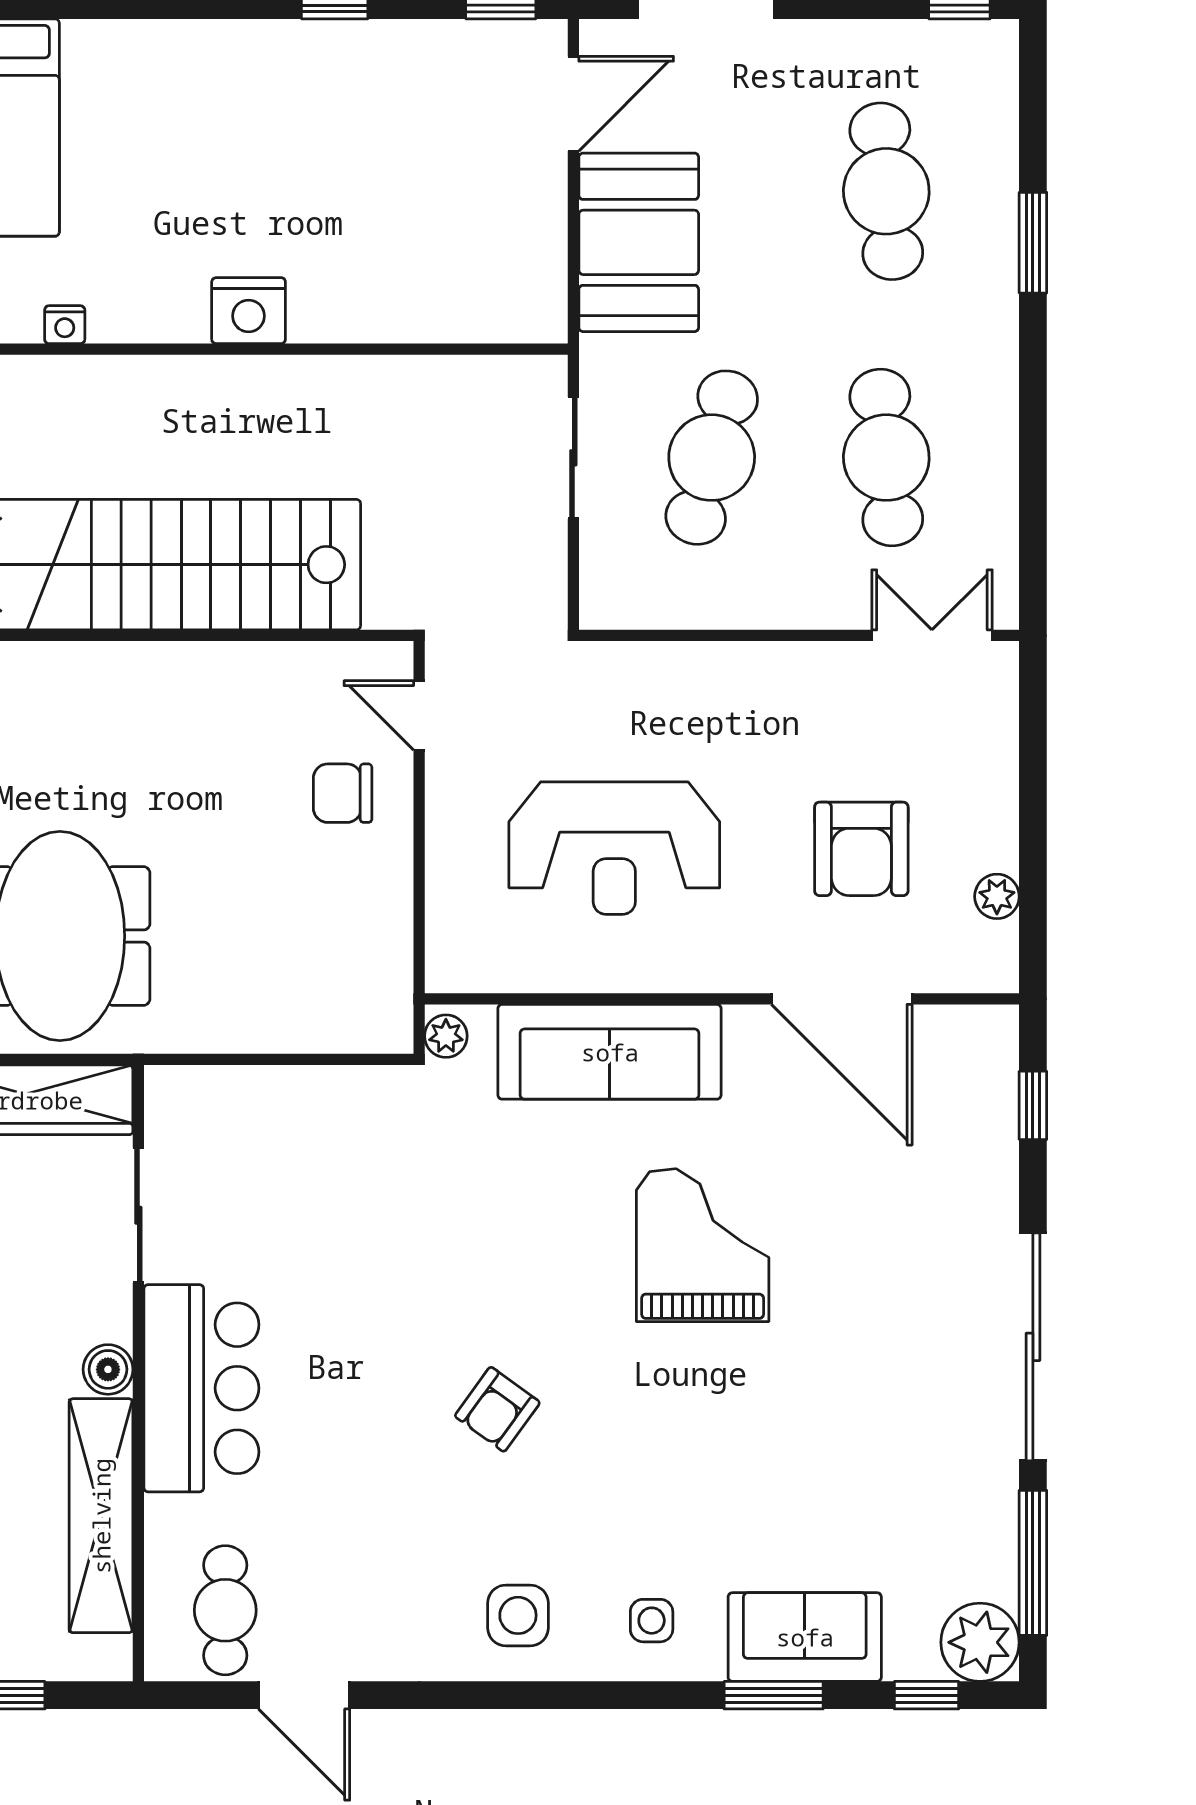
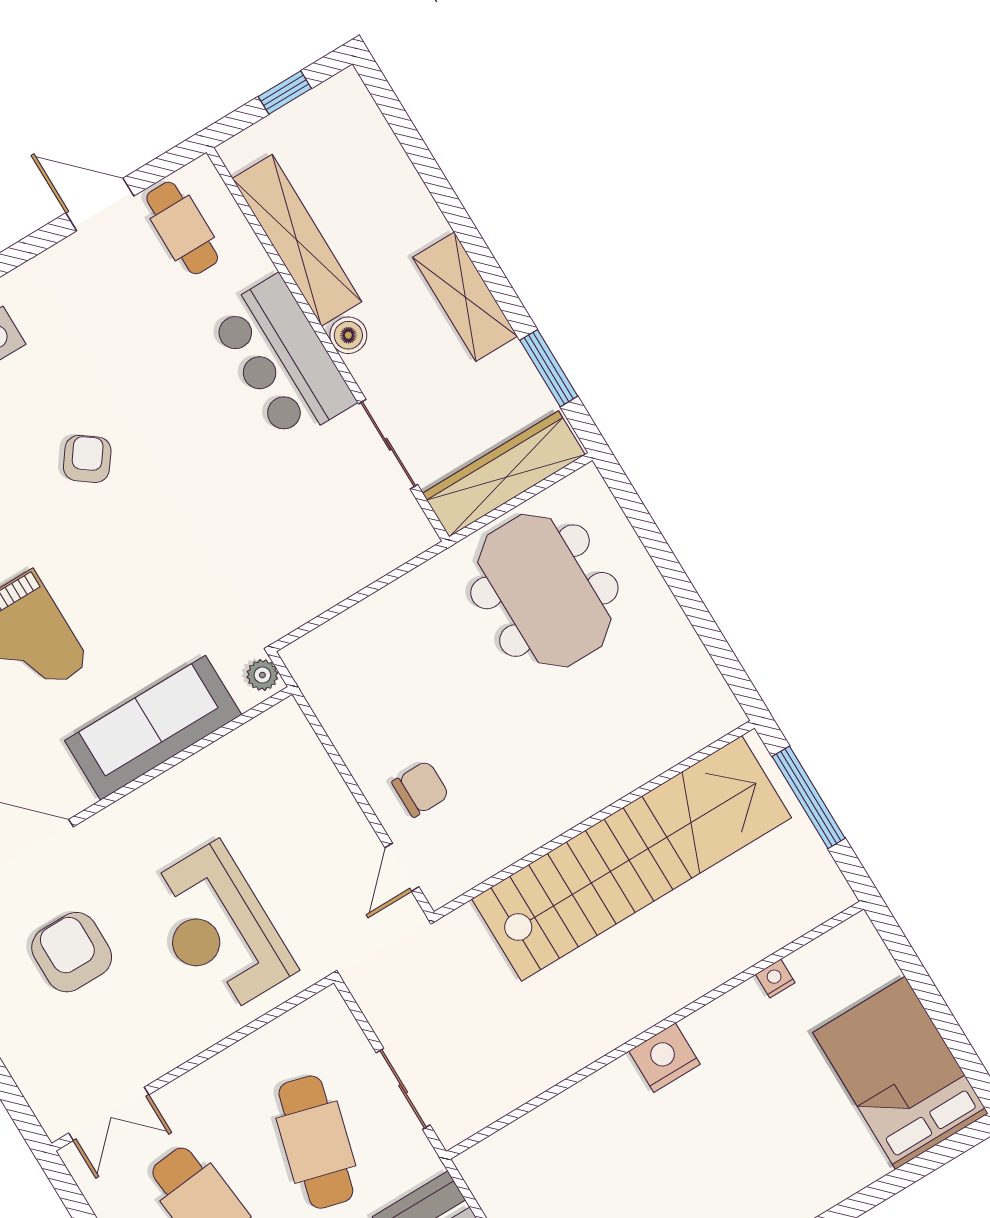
door: (419, 715) -> (402, 867), swing flipped
reception desk: (614, 848) -> (218, 929), moved, turned -90

